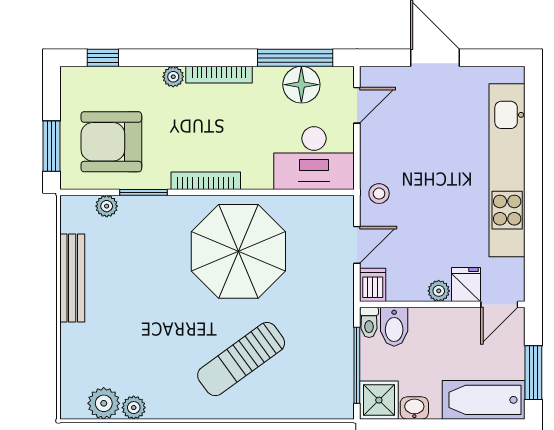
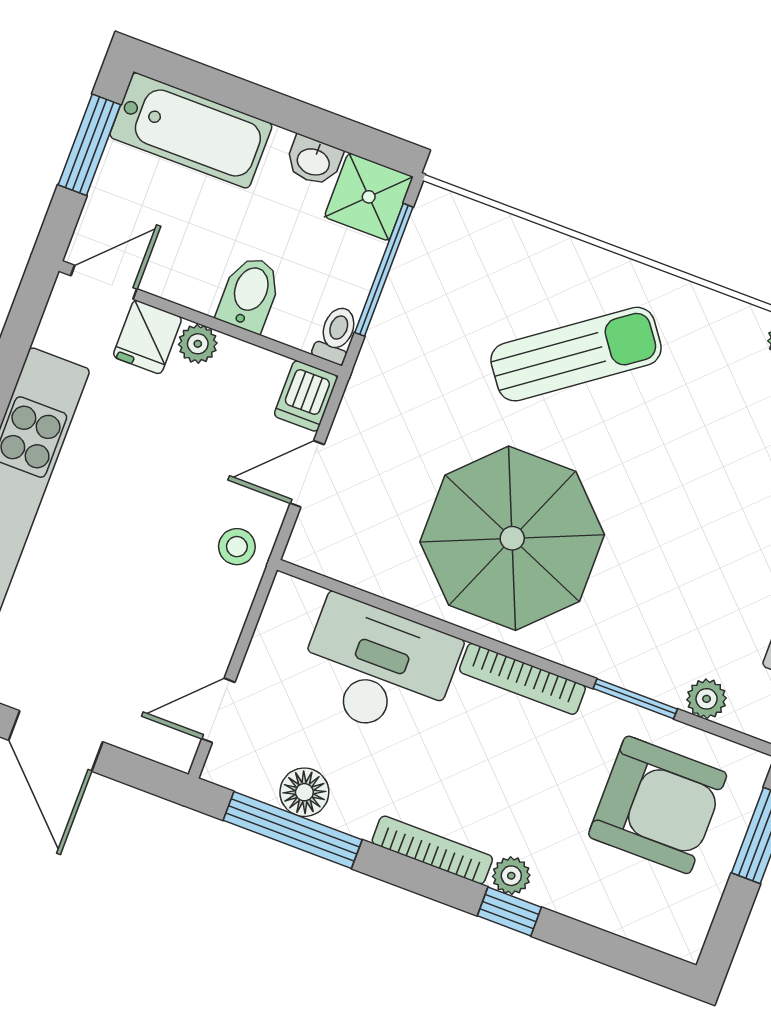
window: (103, 58) -> (509, 912), moved
floor lamp: (301, 85) -> (304, 792), width x0.73, depth x0.73
desk: (314, 158) -> (378, 668), moved
bidet: (394, 327) -> (249, 294), moved

